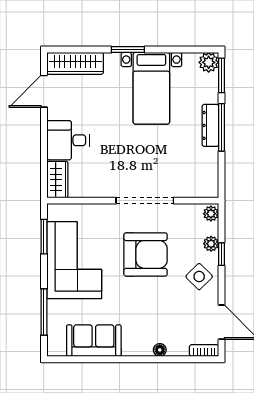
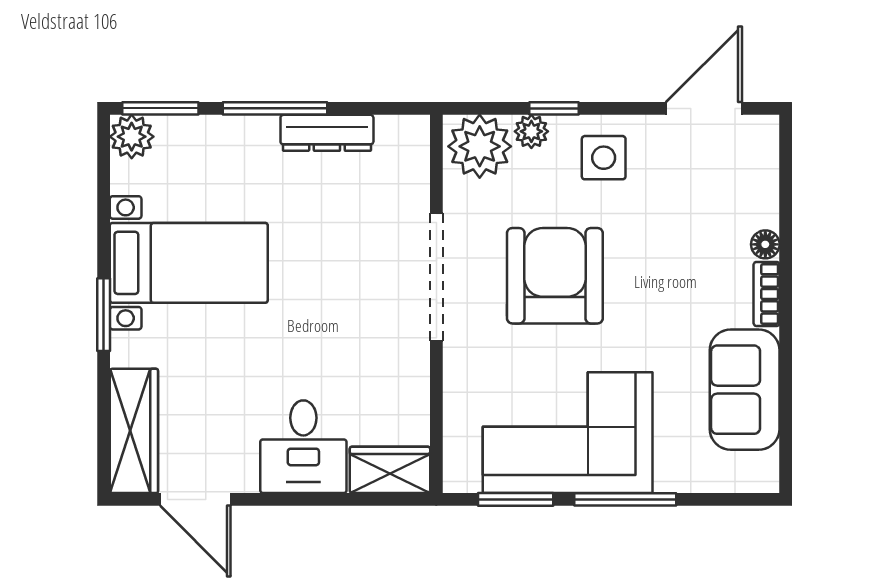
dresser: (210, 125) -> (327, 133), moved
plant: (211, 214) -> (480, 146), width x1.87, depth x1.87
side table: (199, 277) -> (604, 158), turned 45
window: (44, 312) -> (625, 499), moved
bookcase: (204, 351) -> (767, 294), moved

